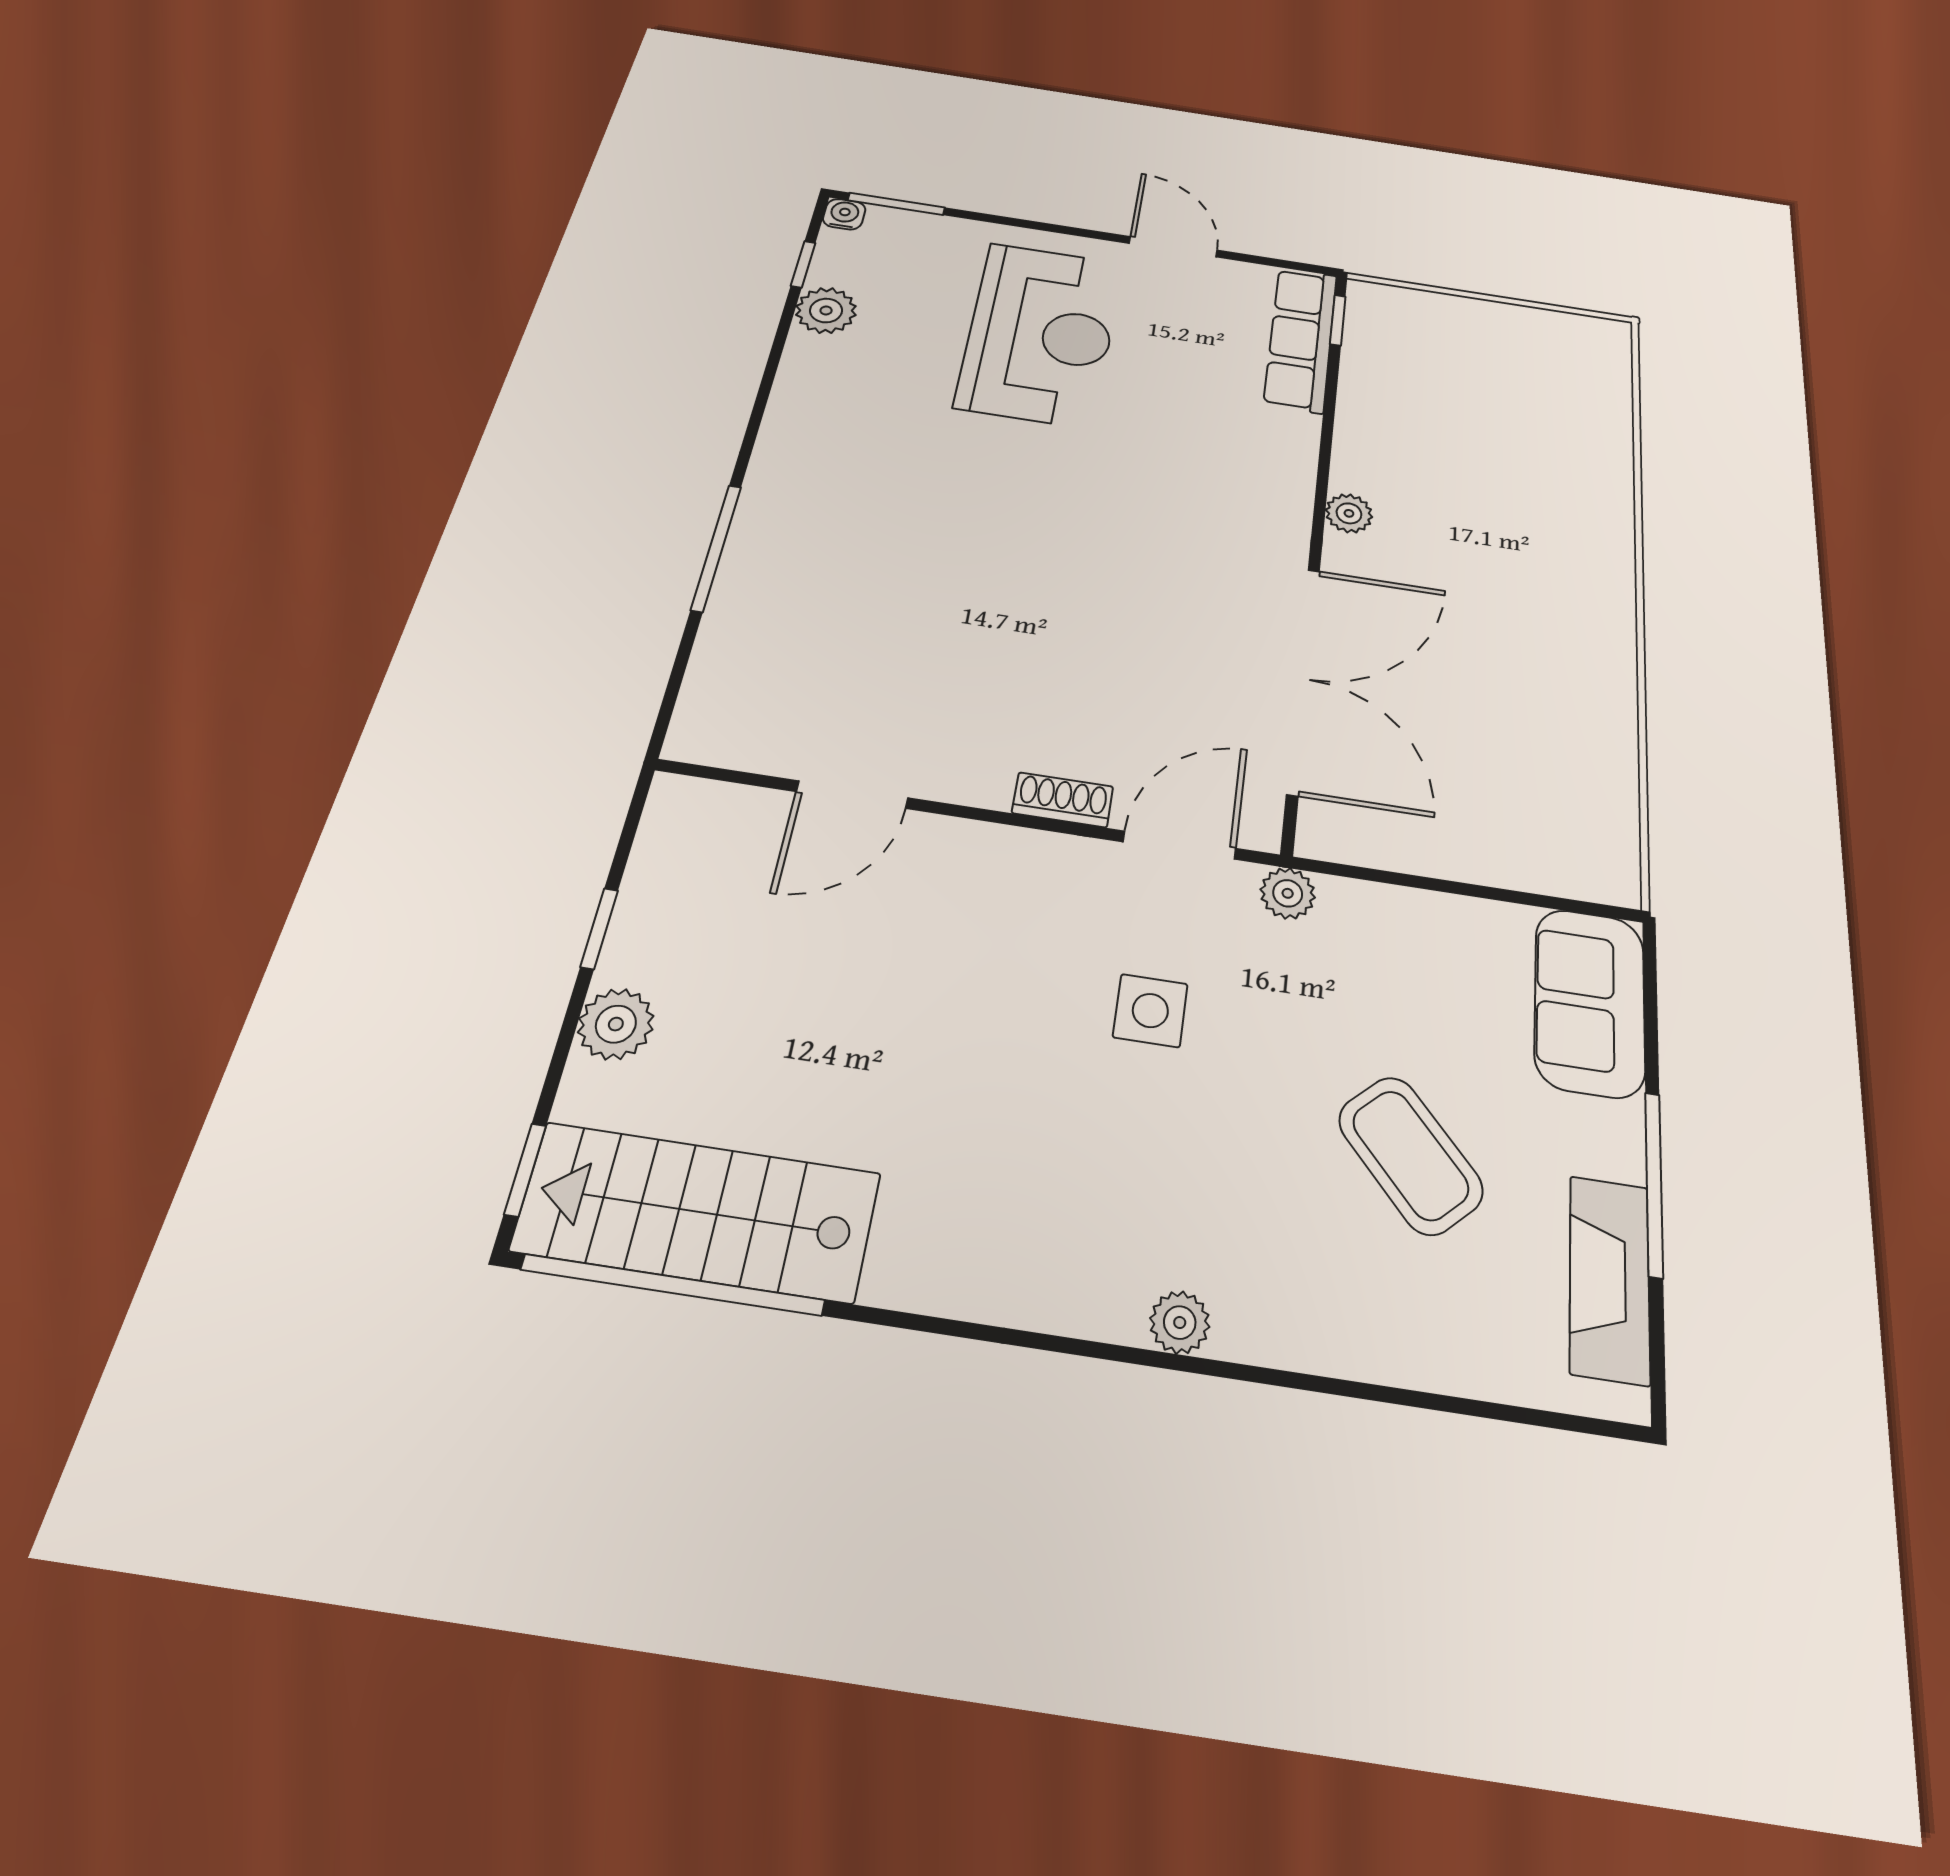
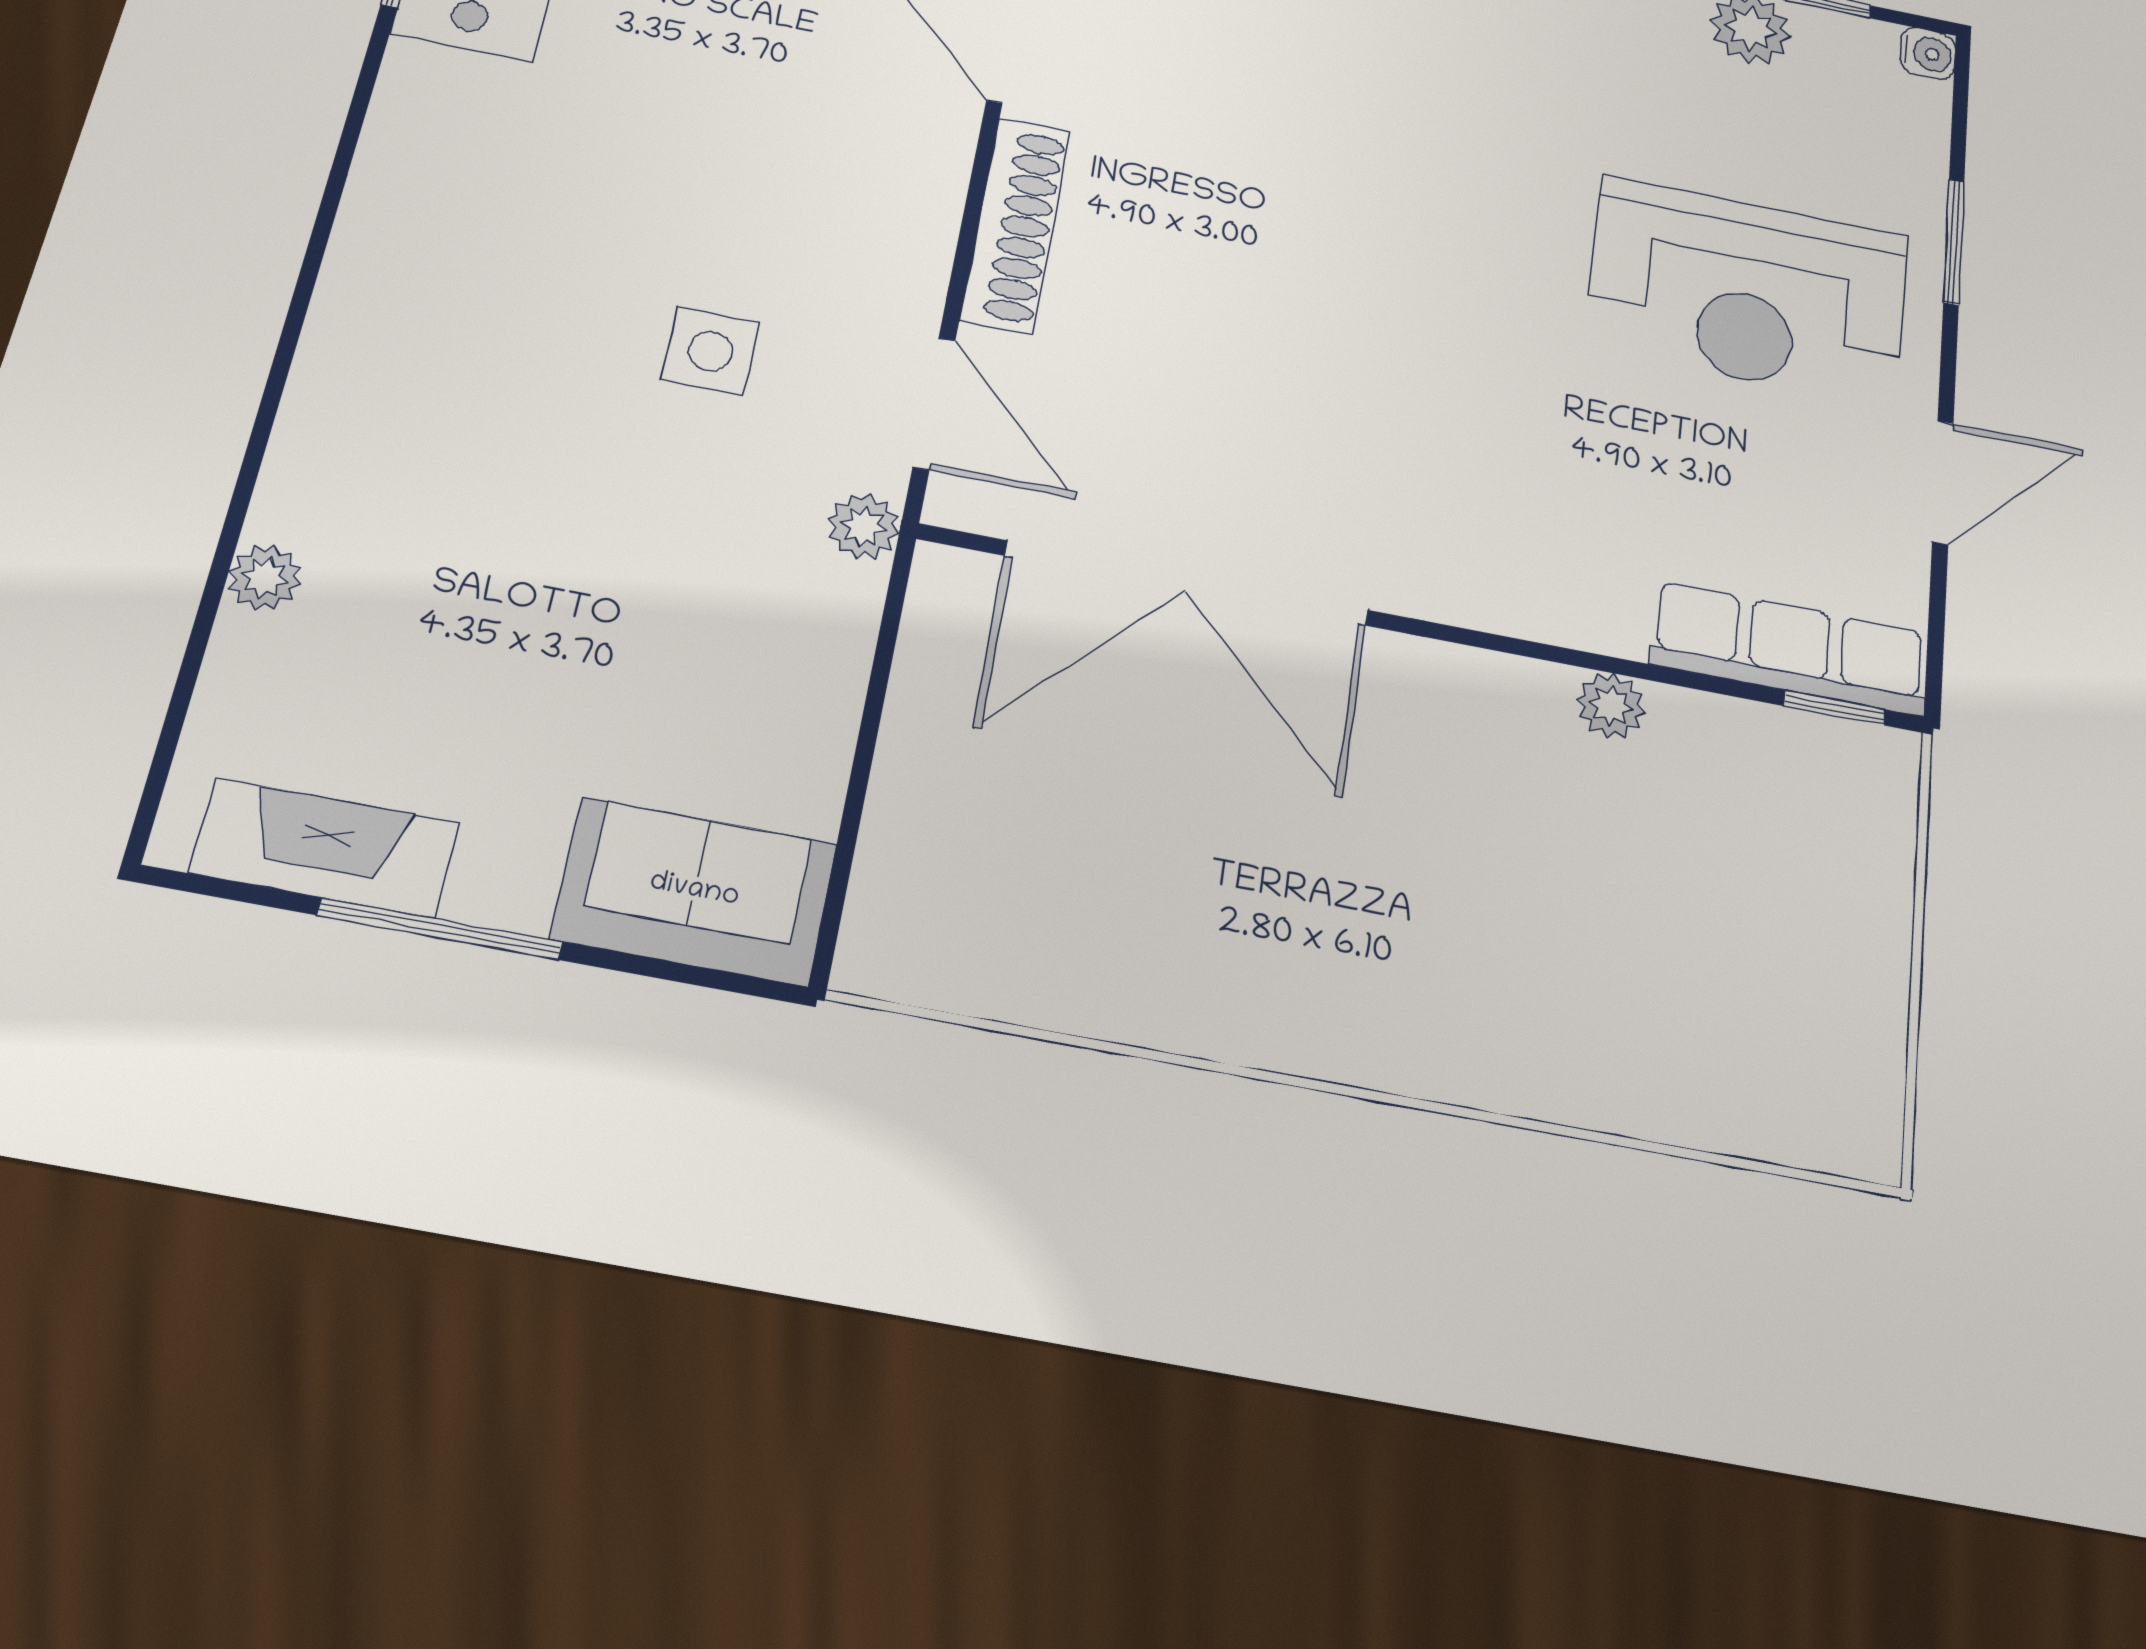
window: (896, 204) -> (1954, 242), moved
plant: (1349, 513) -> (1611, 706), moved
shoe rack: (1063, 800) -> (1015, 225), width x1.94, depth x1.24
coffee table: (1411, 1155) -> (504, 630), removed
plant: (1180, 1322) -> (265, 578), moved

